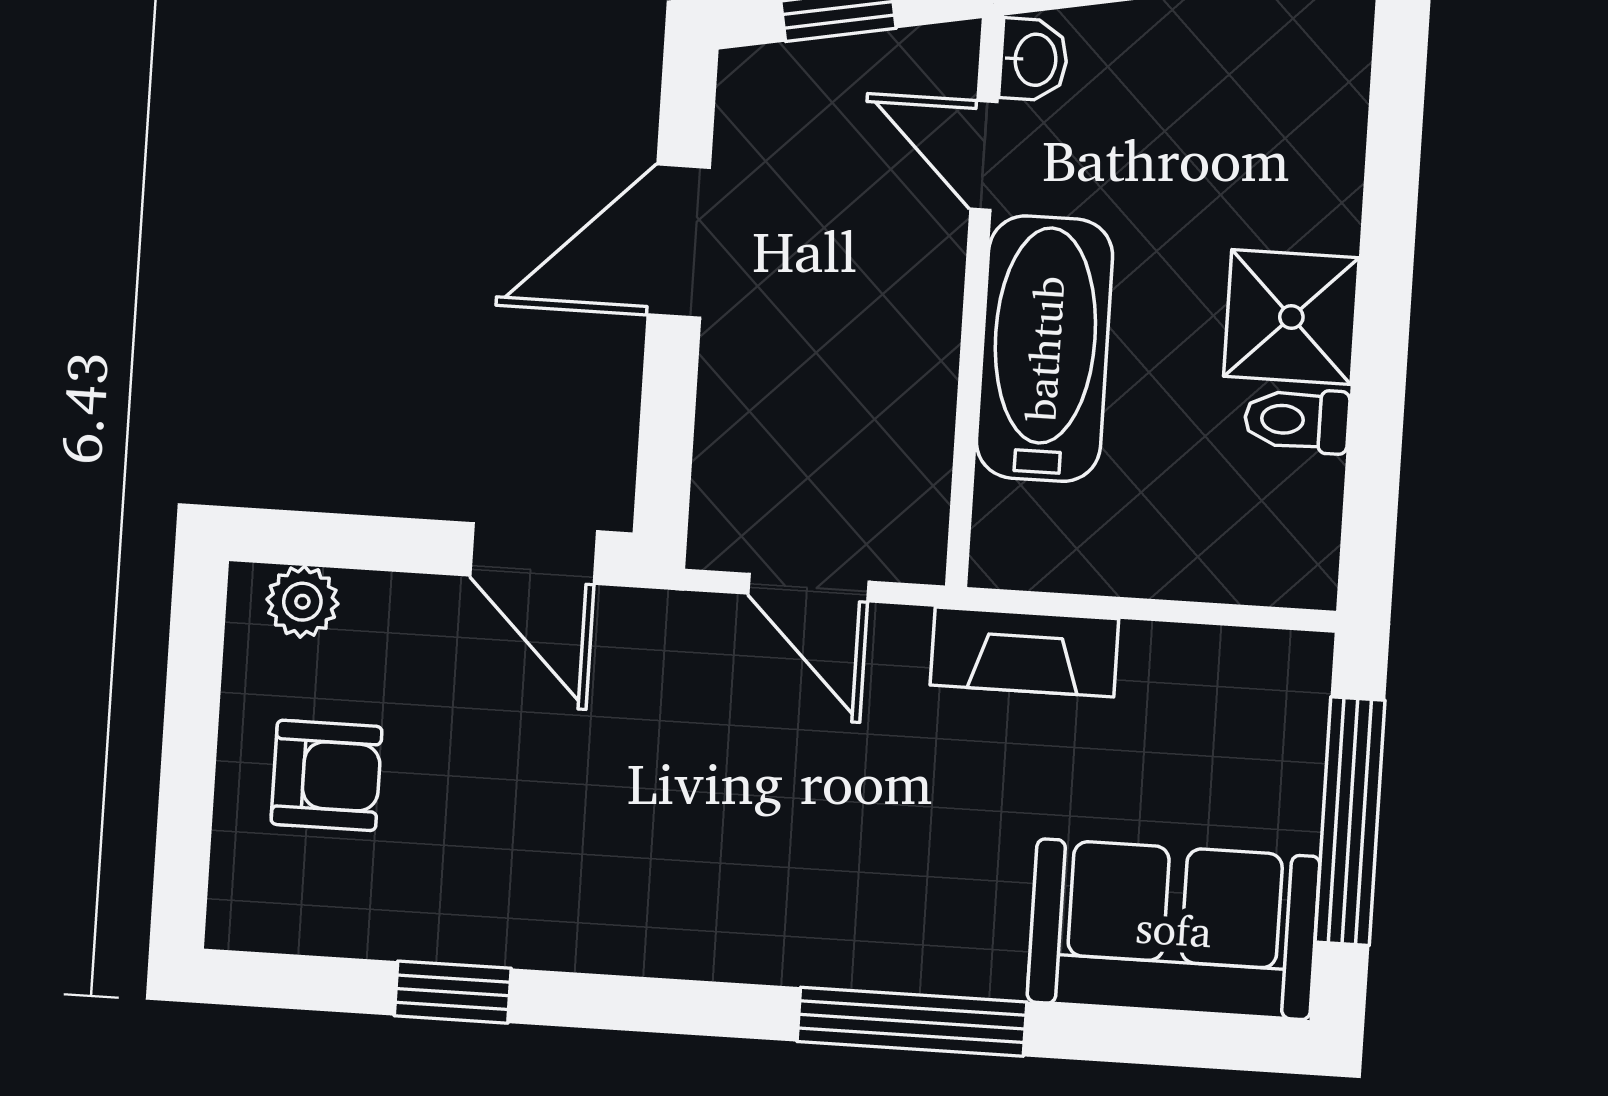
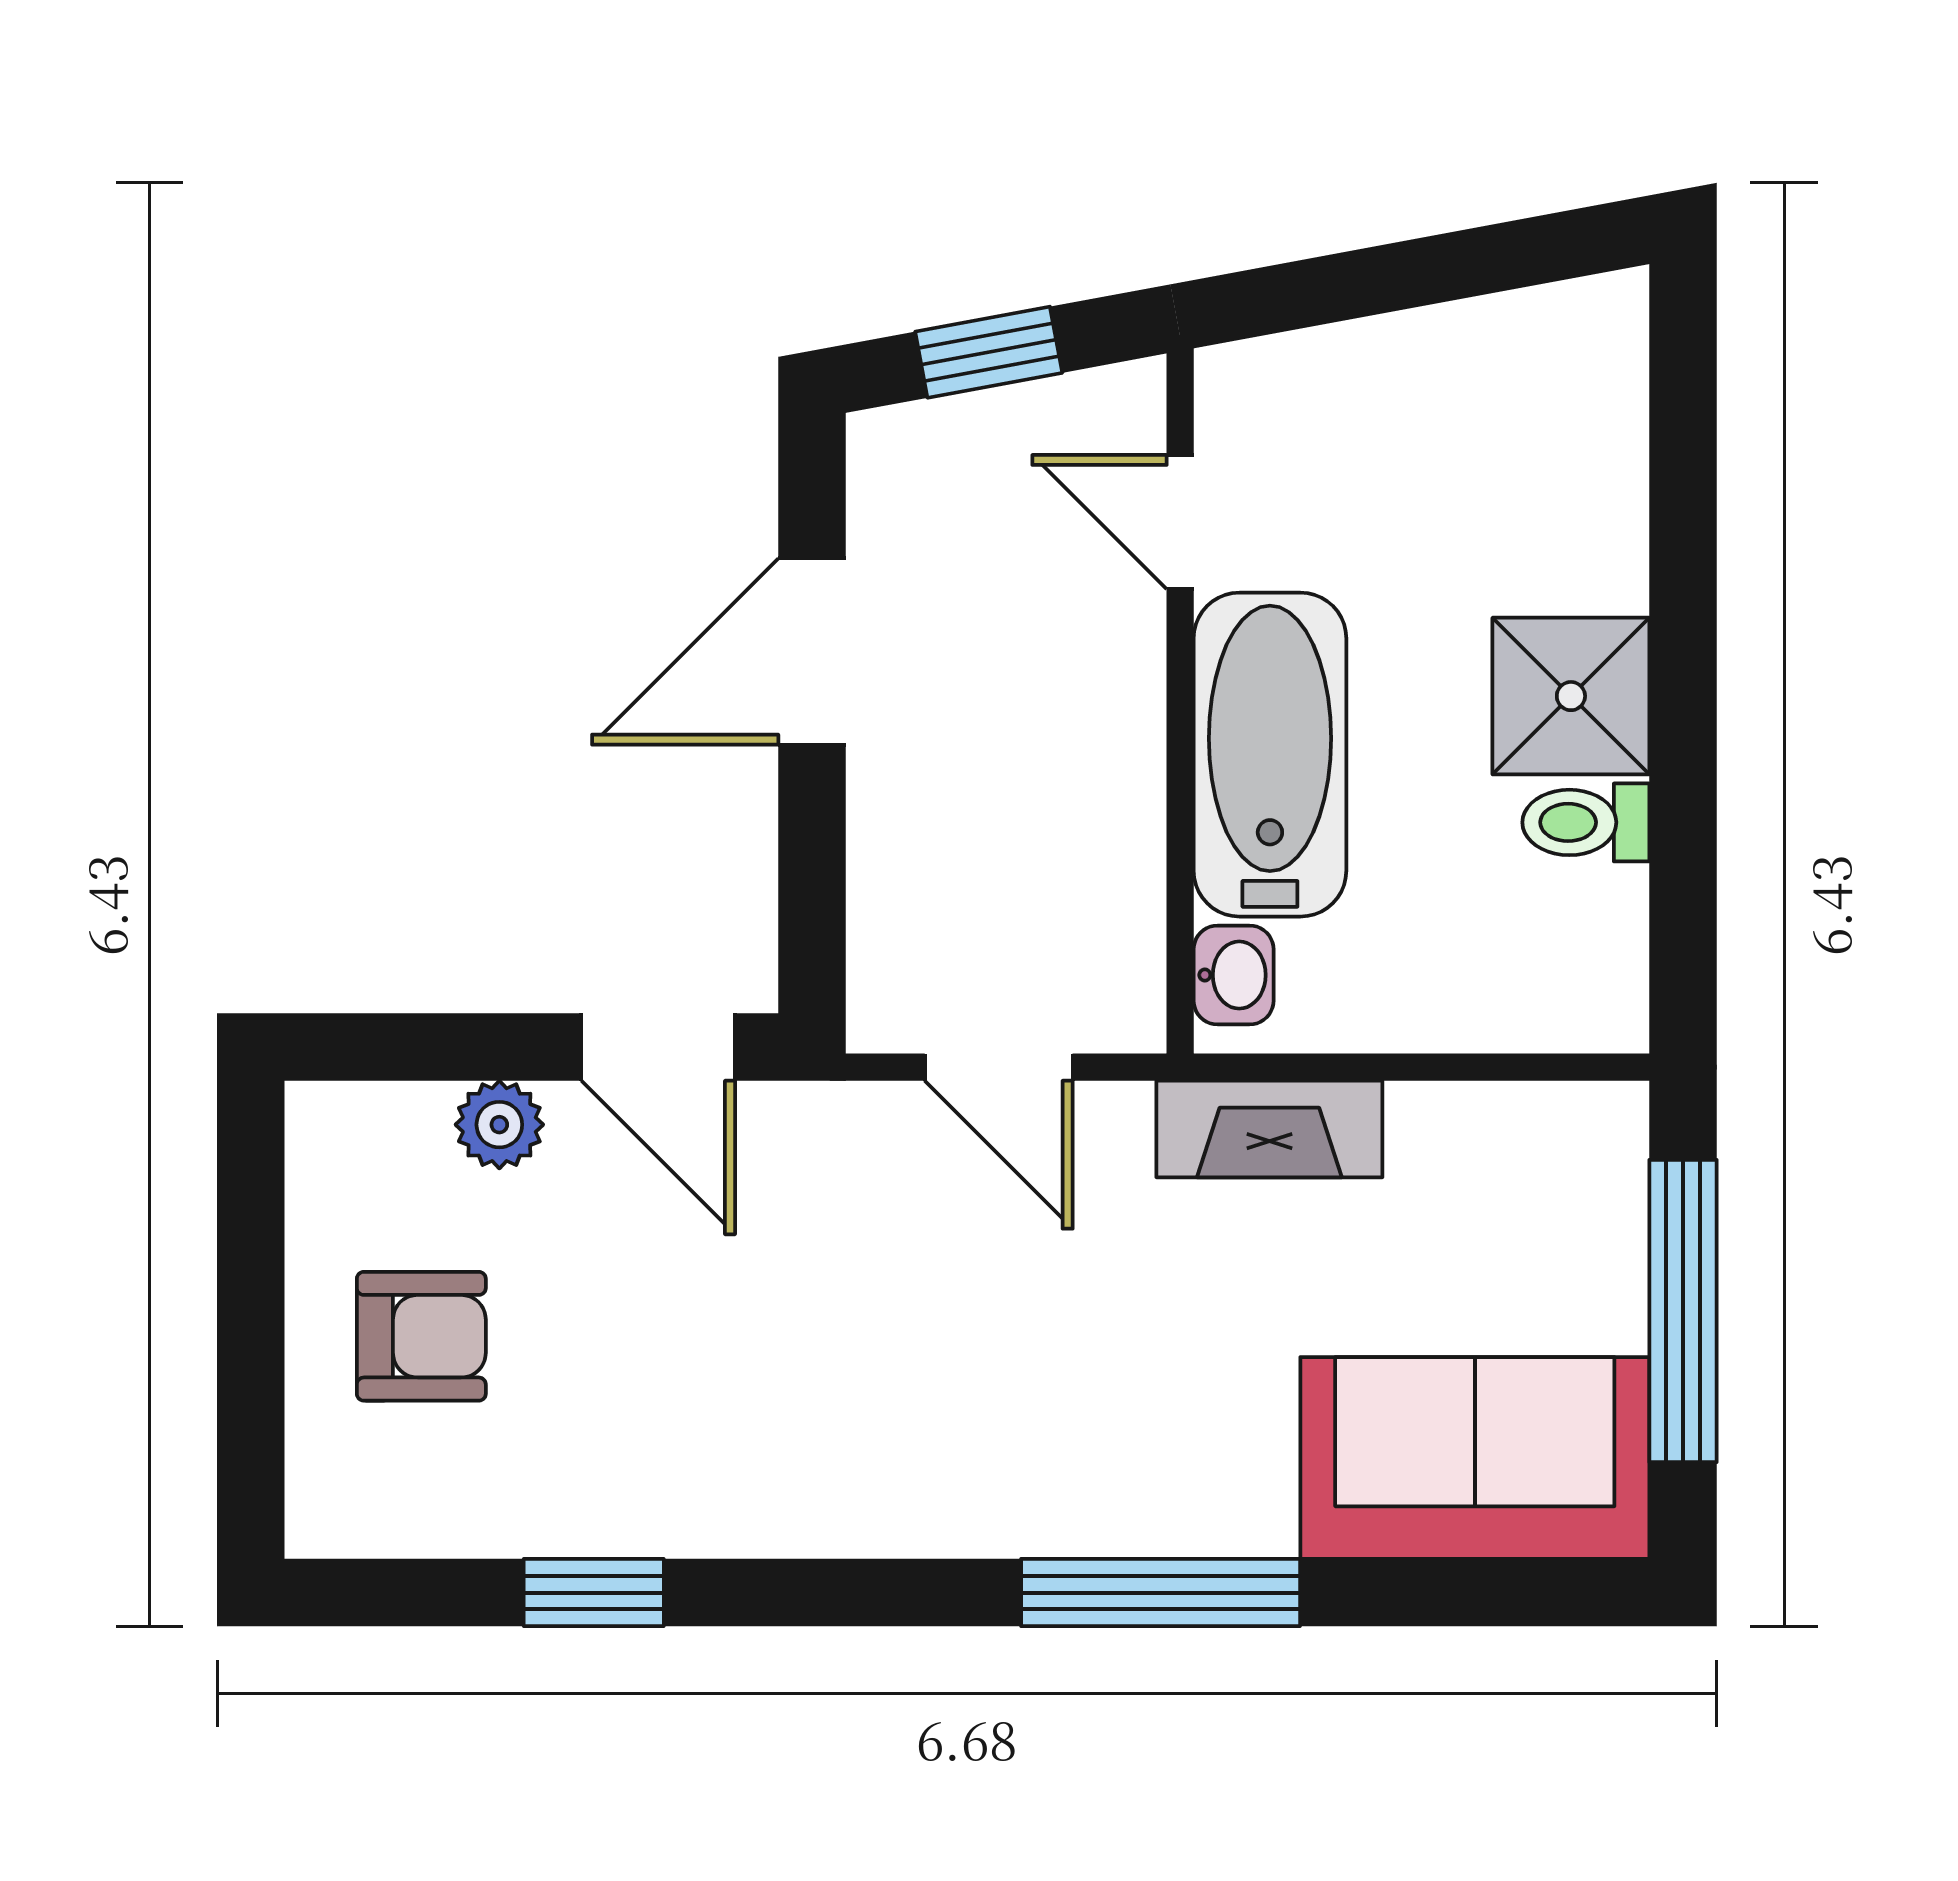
washbasin: (1034, 60) -> (1234, 975), moved
plant: (302, 602) -> (499, 1125), moved

